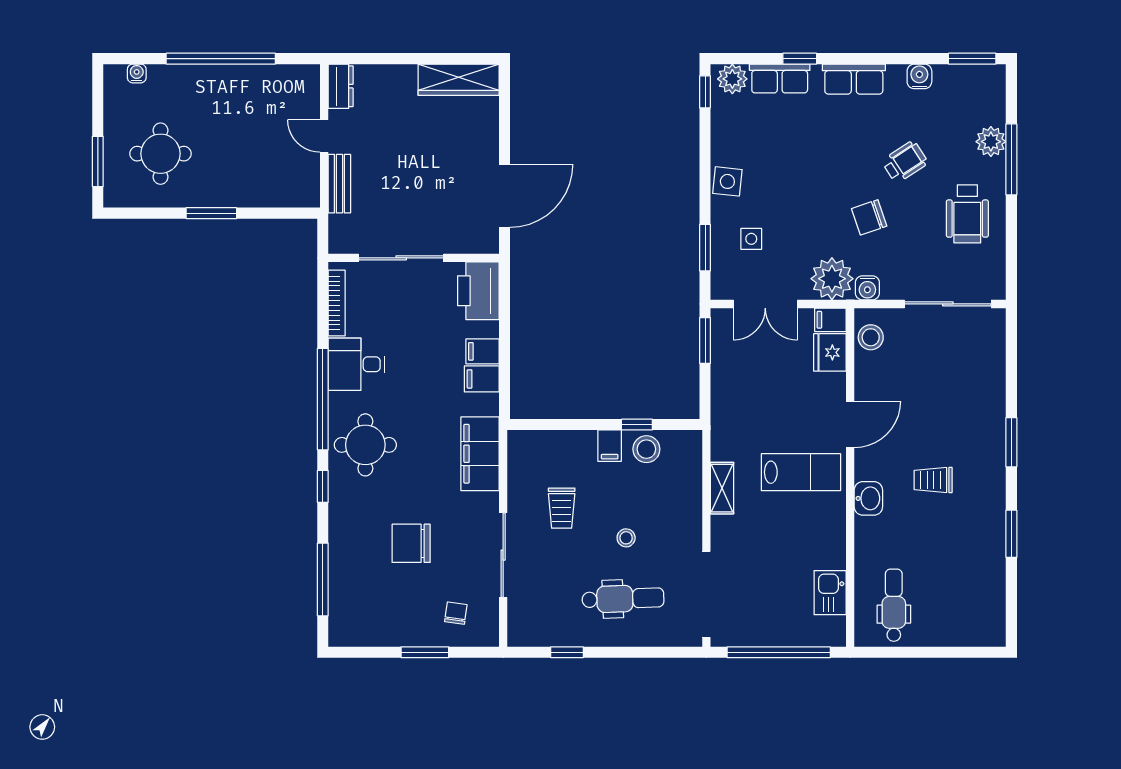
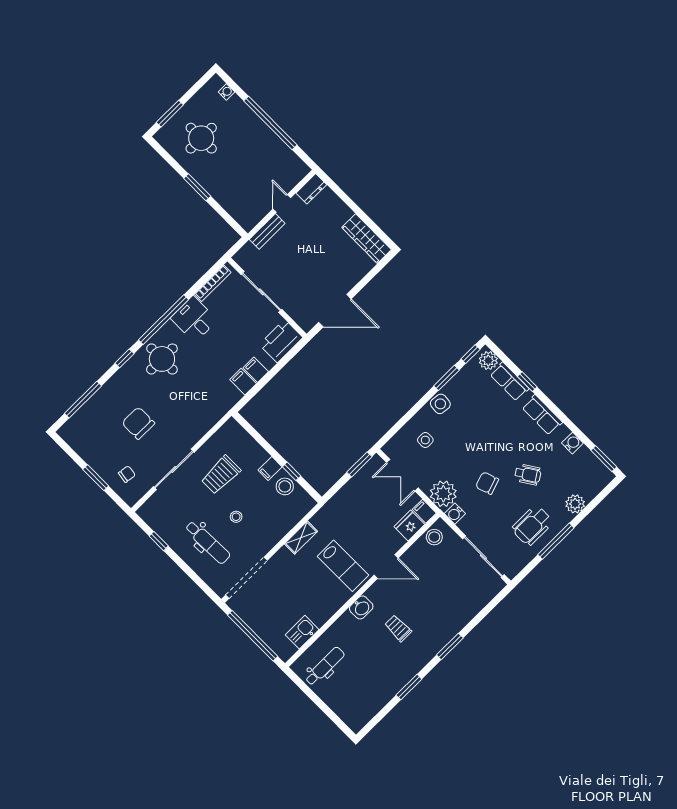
window: (1011, 159) -> (556, 541), moved
window: (705, 248) -> (446, 378), moved
filing cabinet: (480, 454) -> (209, 414), removed
trolley: (562, 508) -> (221, 475), width x1.36, depth x1.39

